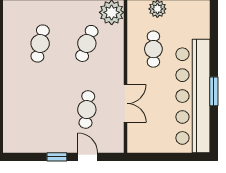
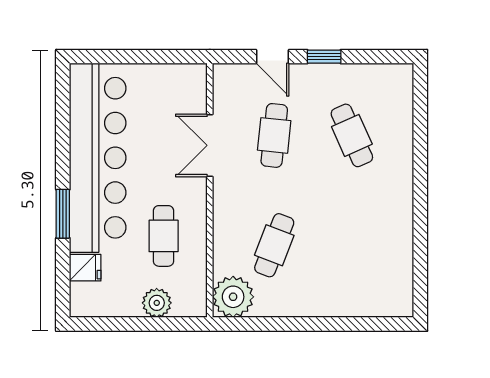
fridge: (200, 30) -> (85, 268), added
cafe table: (40, 43) -> (352, 135), moved, turned -36
window: (214, 91) -> (63, 214), moved

